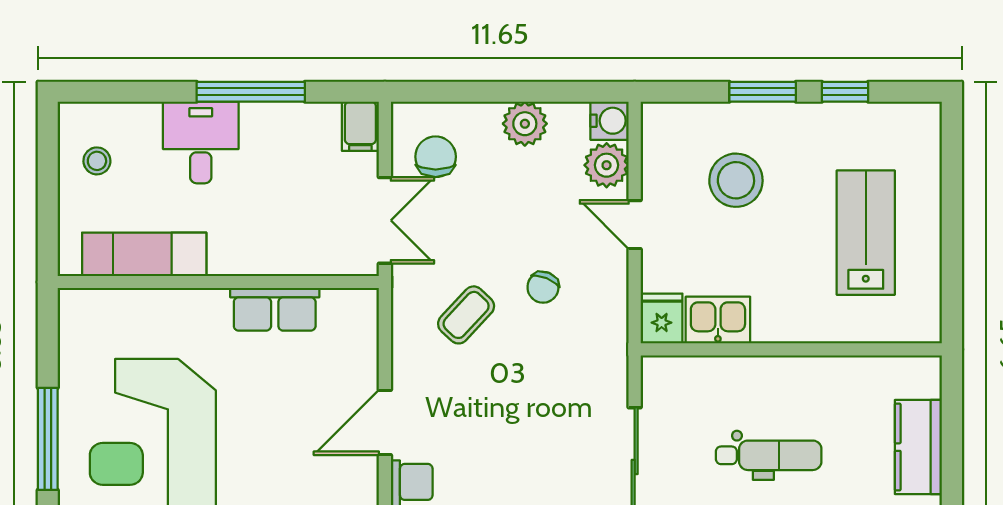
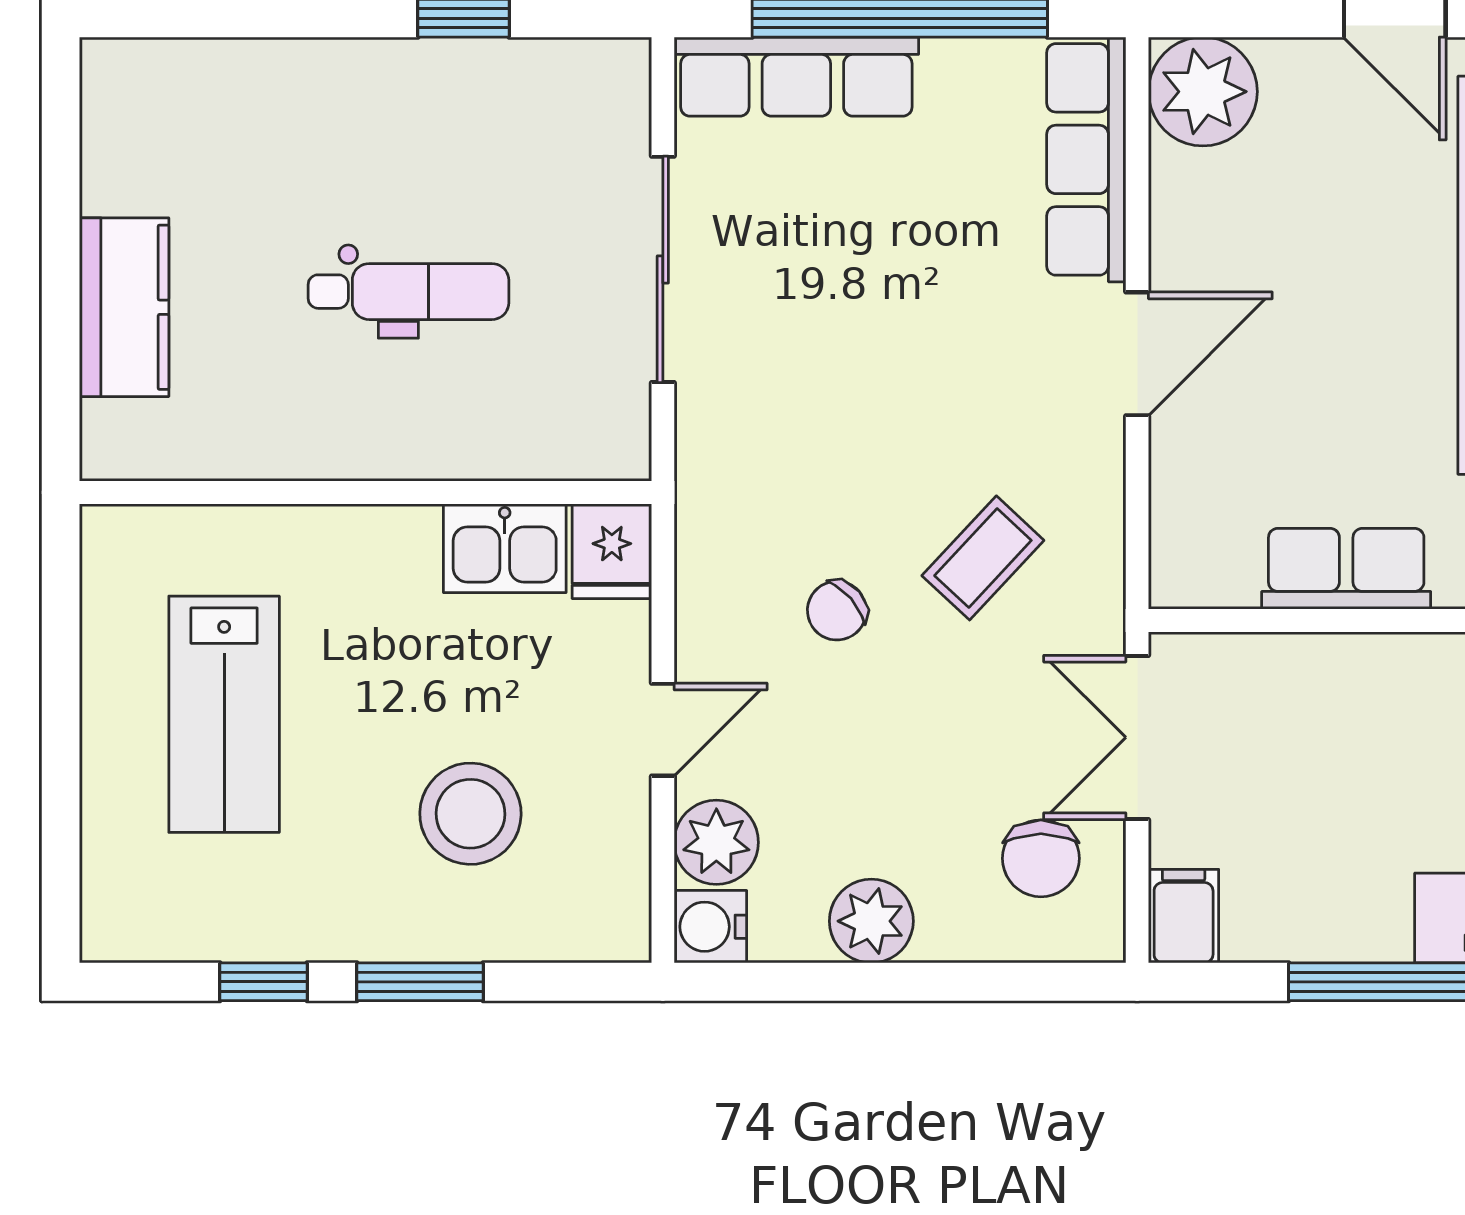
door: (635, 225) -> (663, 730), hinge flipped
chair: (543, 287) -> (837, 611), turned -153
dental chair: (769, 455) -> (408, 292), turned 180

